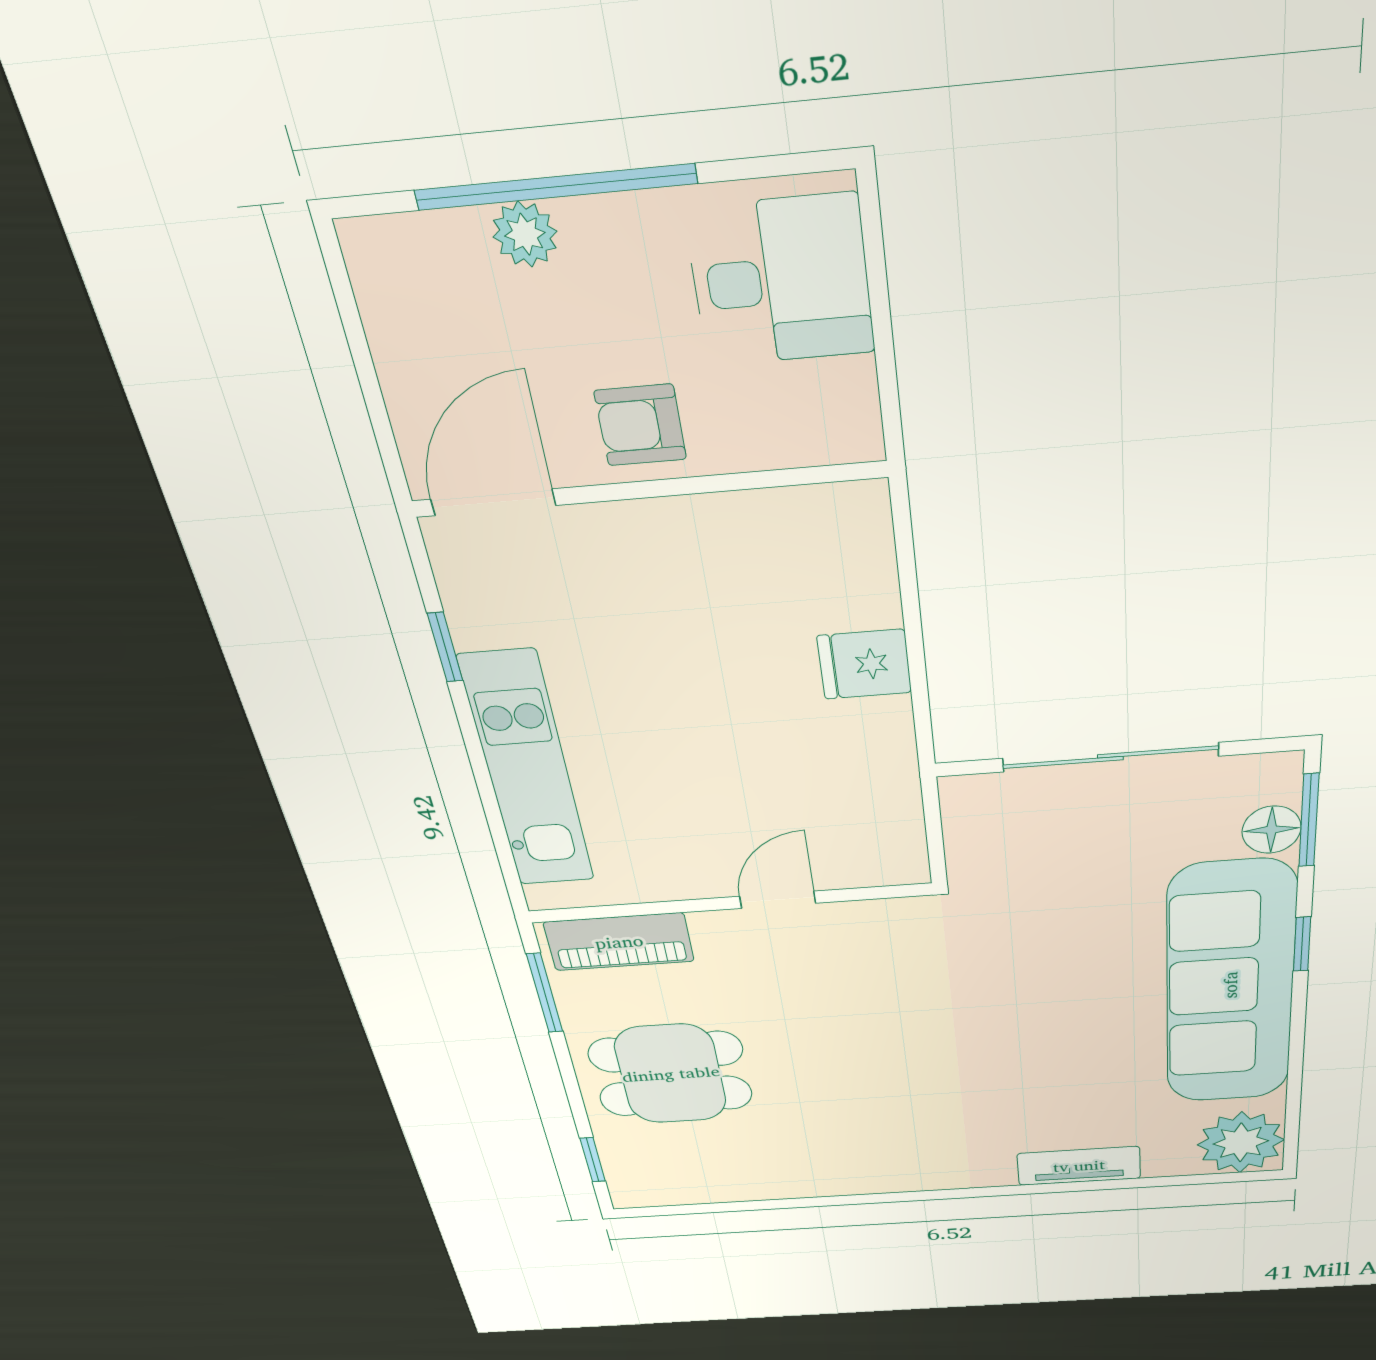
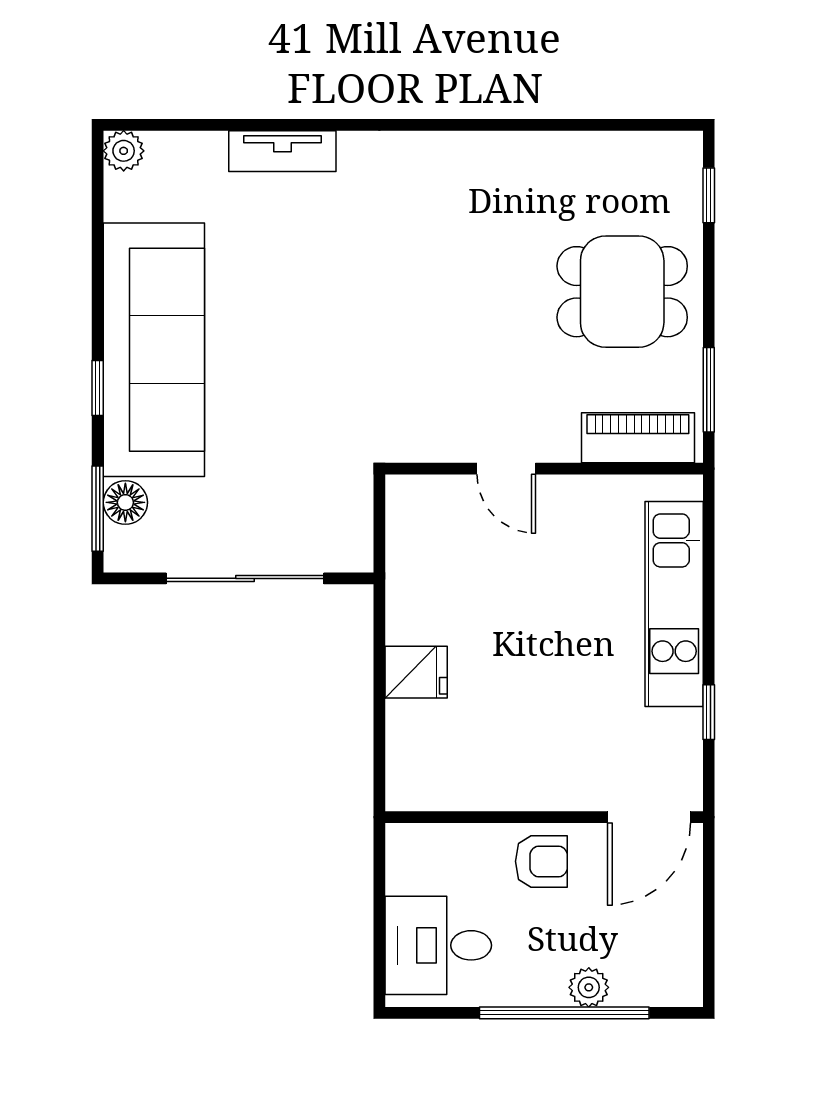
door: (778, 900) -> (506, 469), hinge flipped
plant: (1241, 1142) -> (124, 151), width x0.53, depth x0.53

